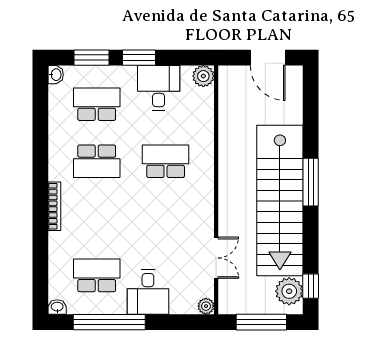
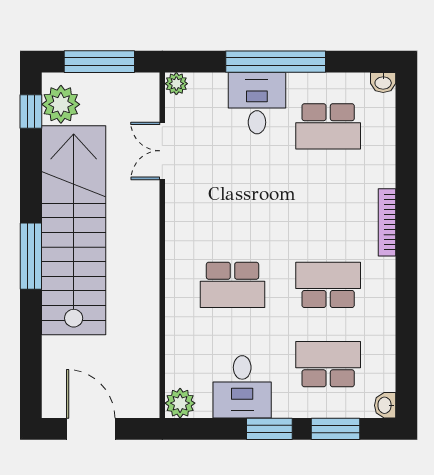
school desk: (97, 104) -> (328, 364), turned 180
window: (109, 322) -> (276, 62), moved

